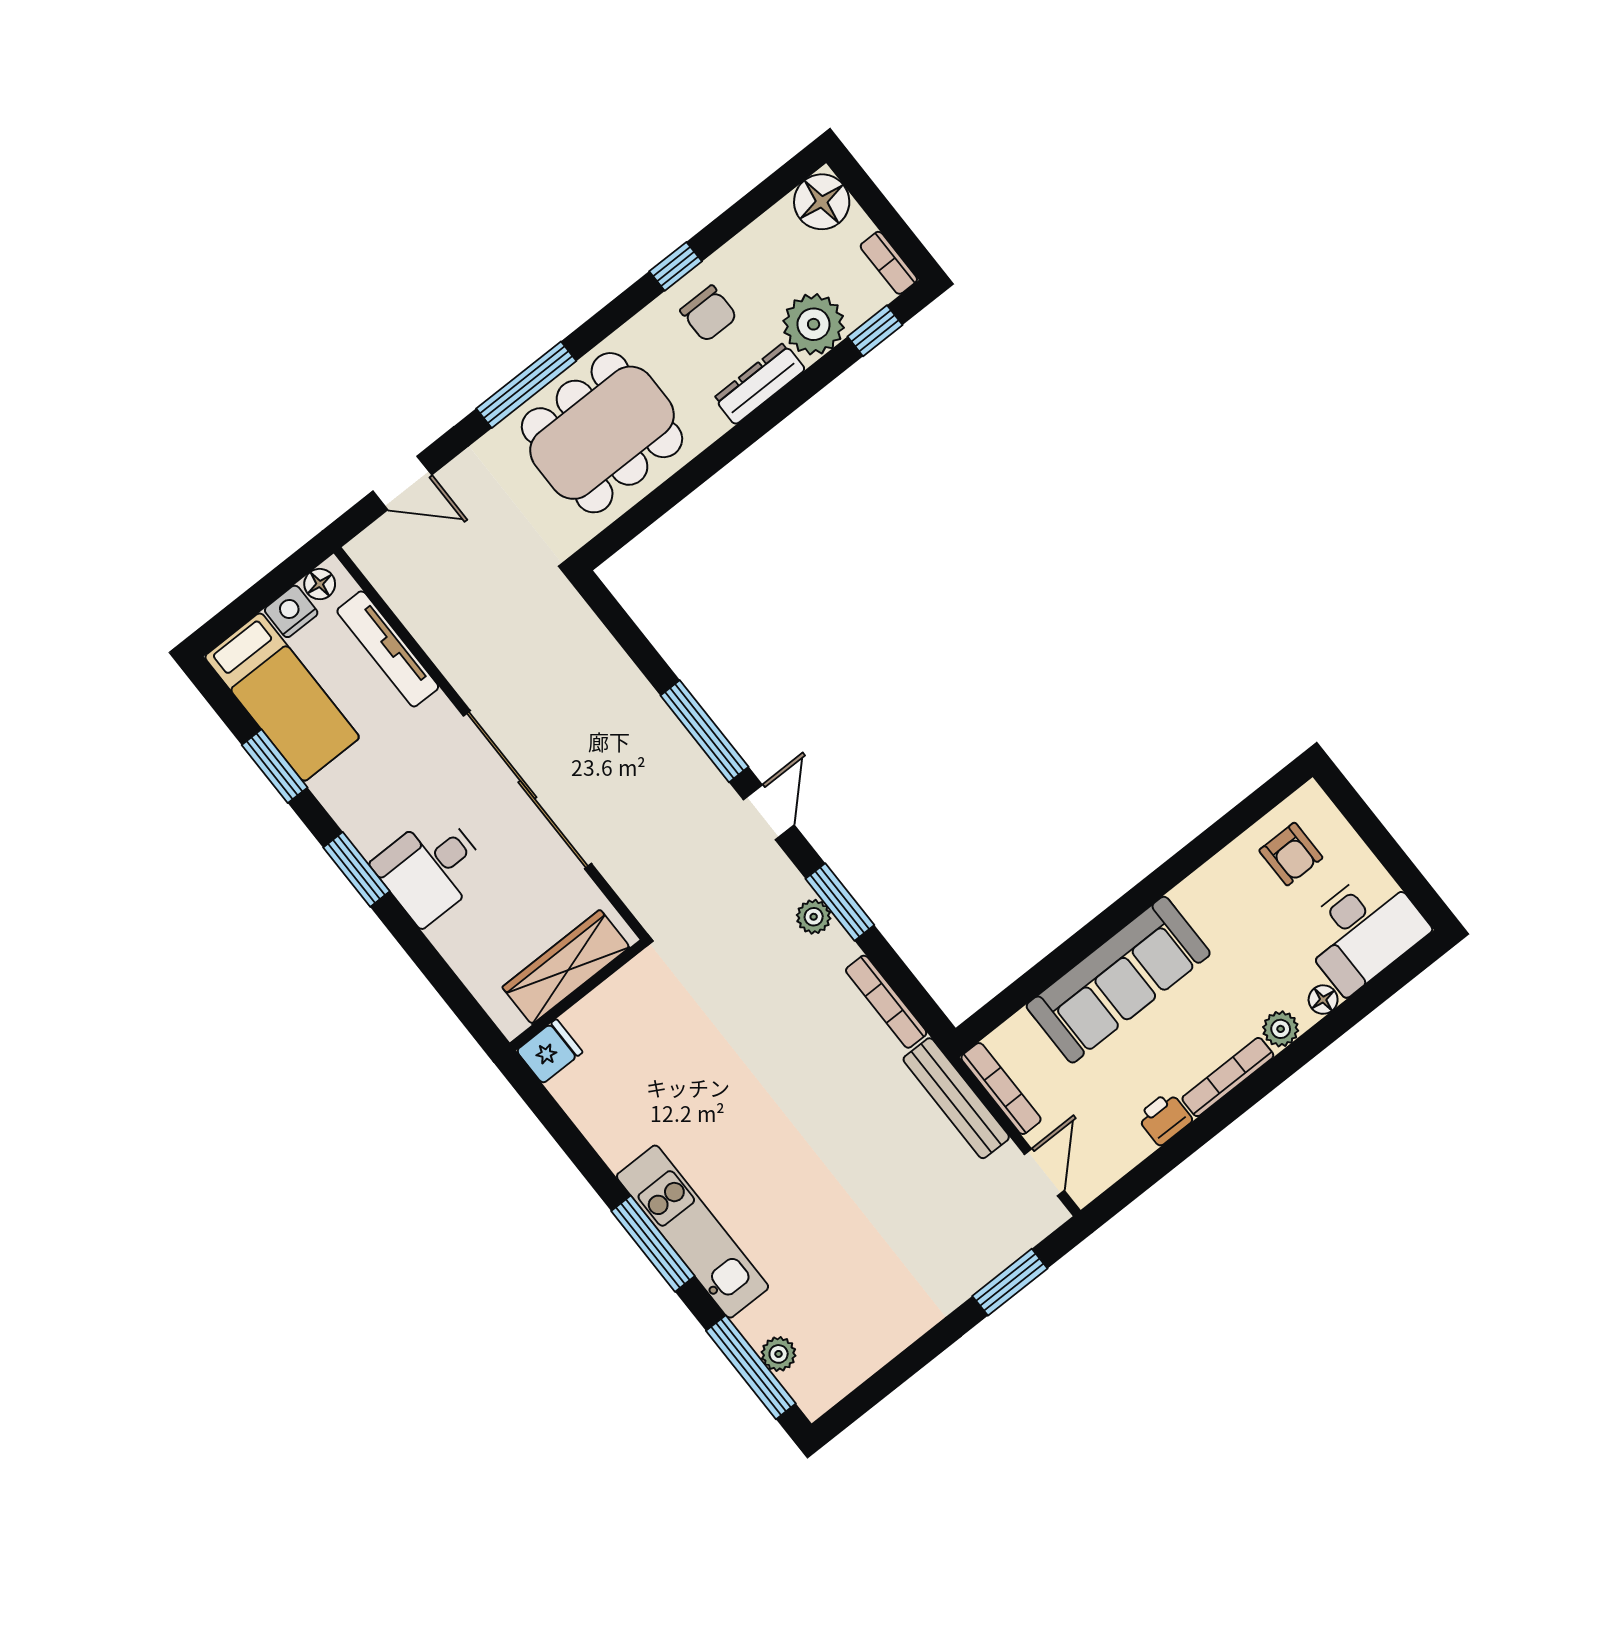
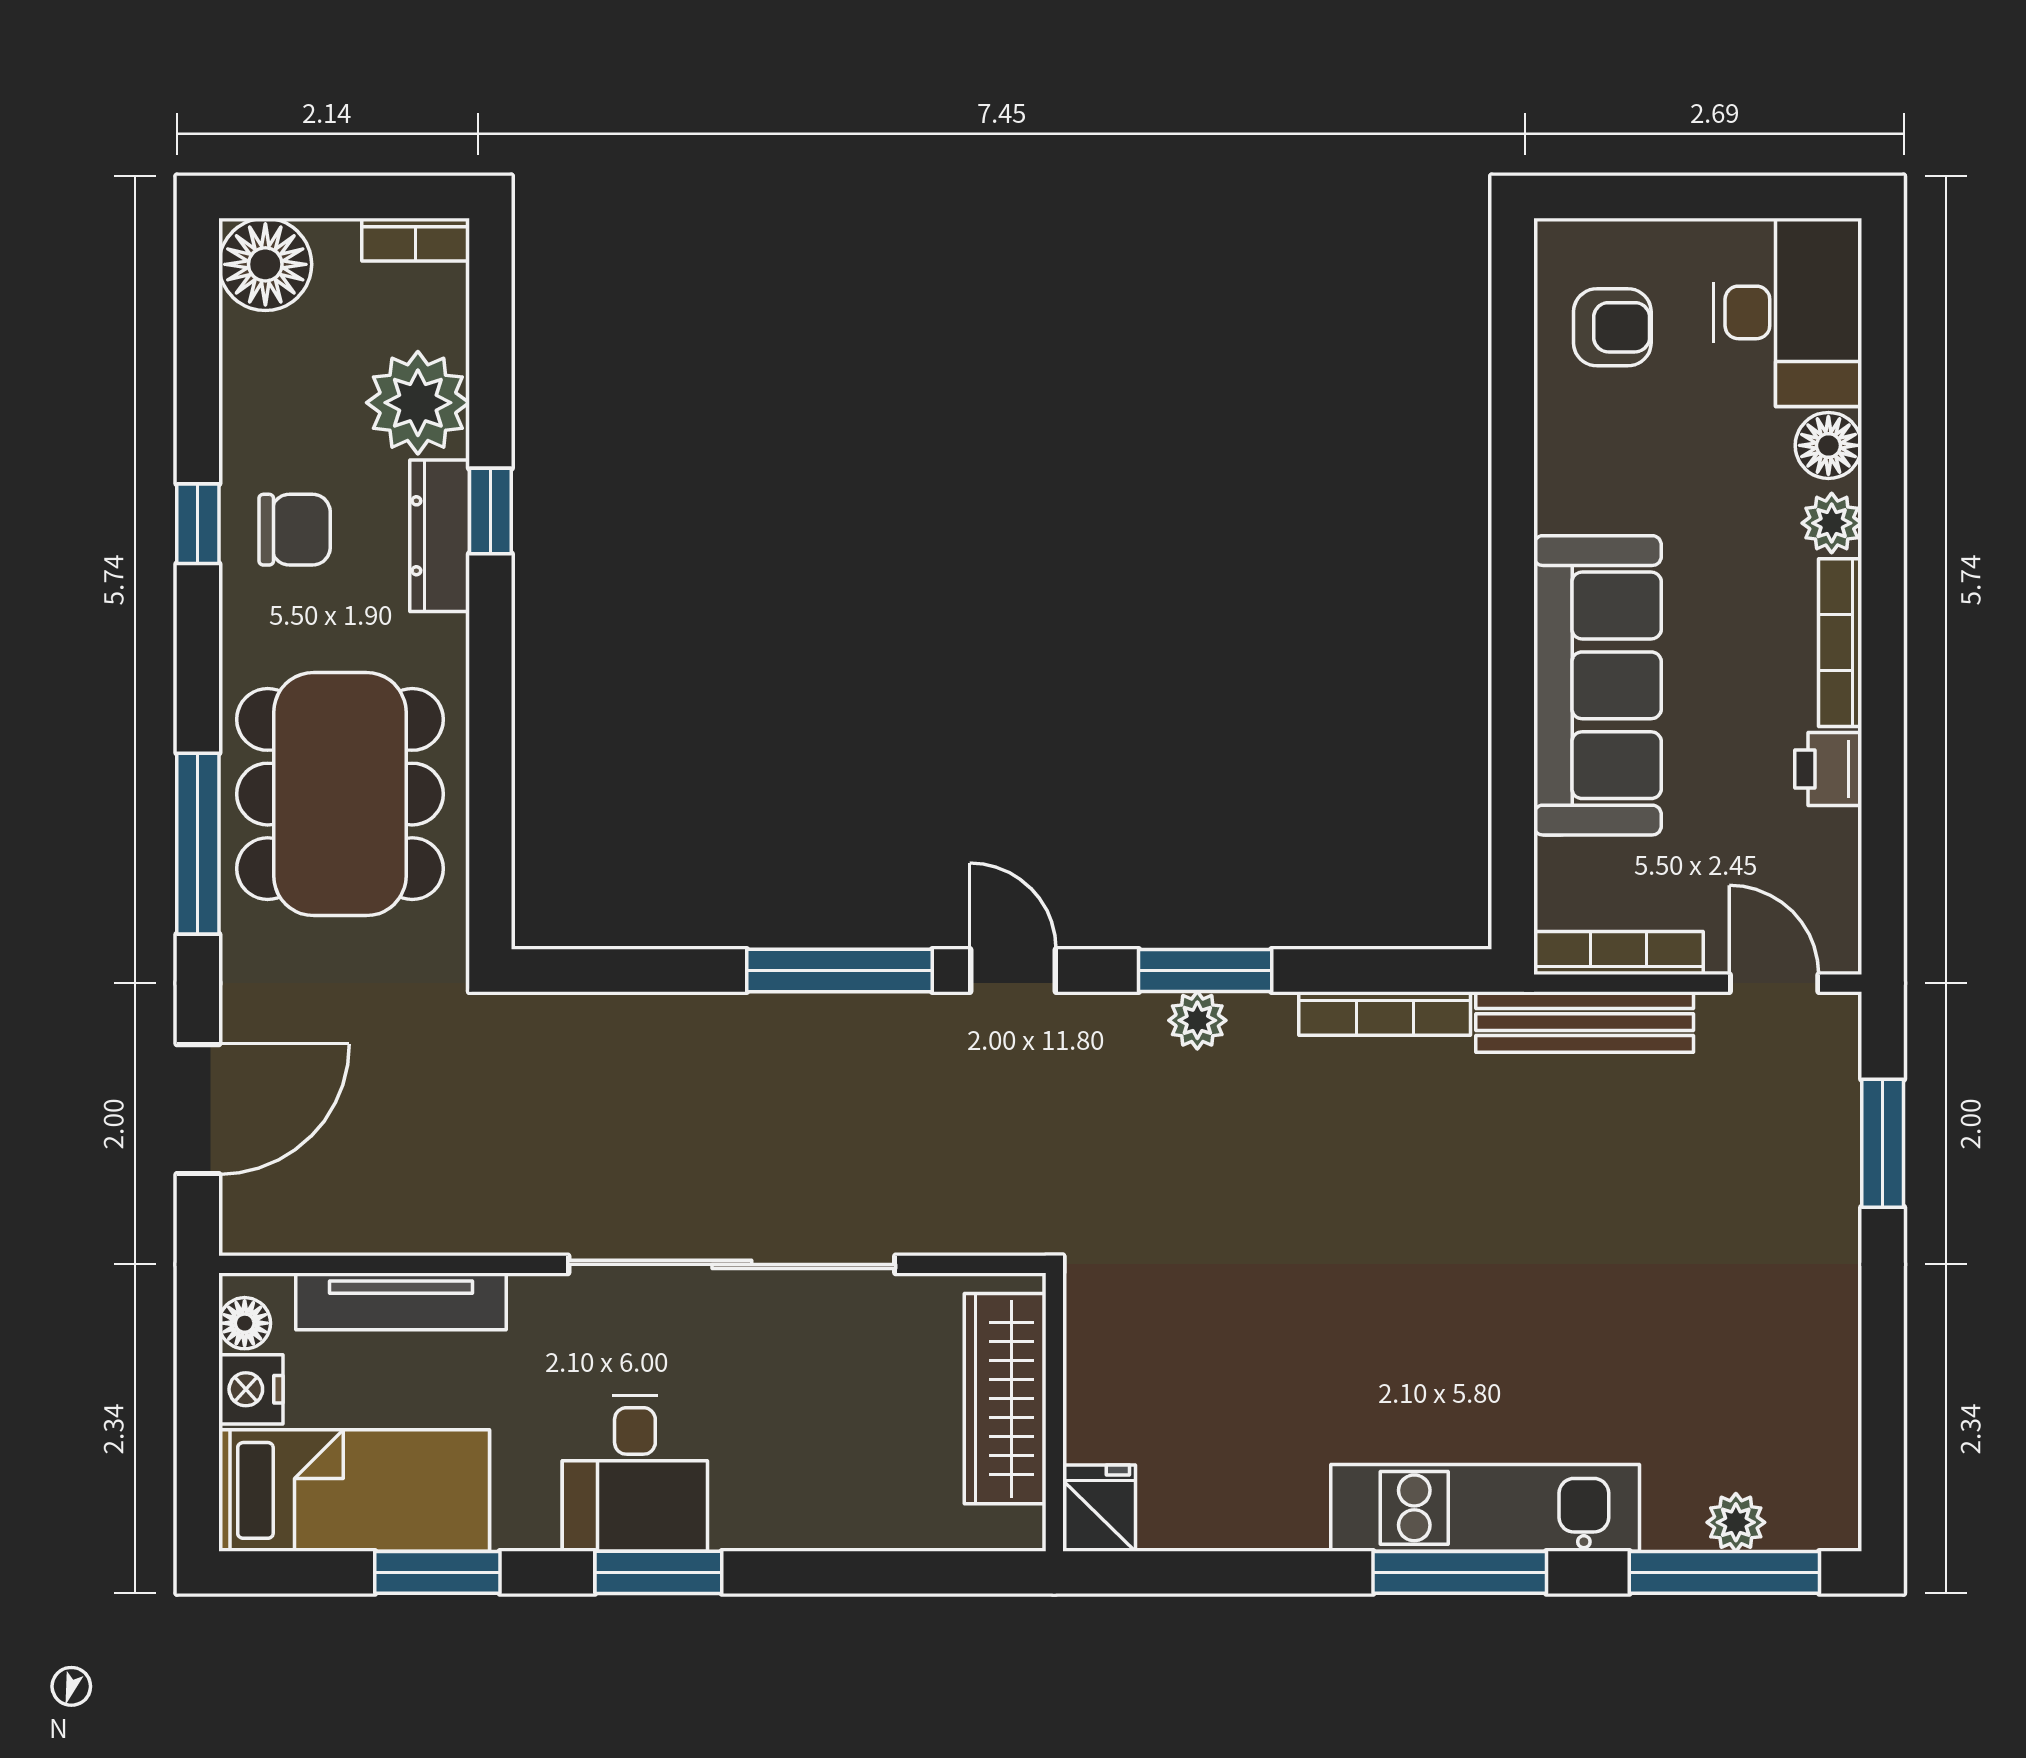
window: (875, 331) -> (490, 511), moved
door: (402, 483) -> (198, 1109), width x1.38
desk: (431, 868) -> (635, 1473), moved
floor lamp: (1323, 1000) -> (1828, 445), width x1.37, depth x1.37

